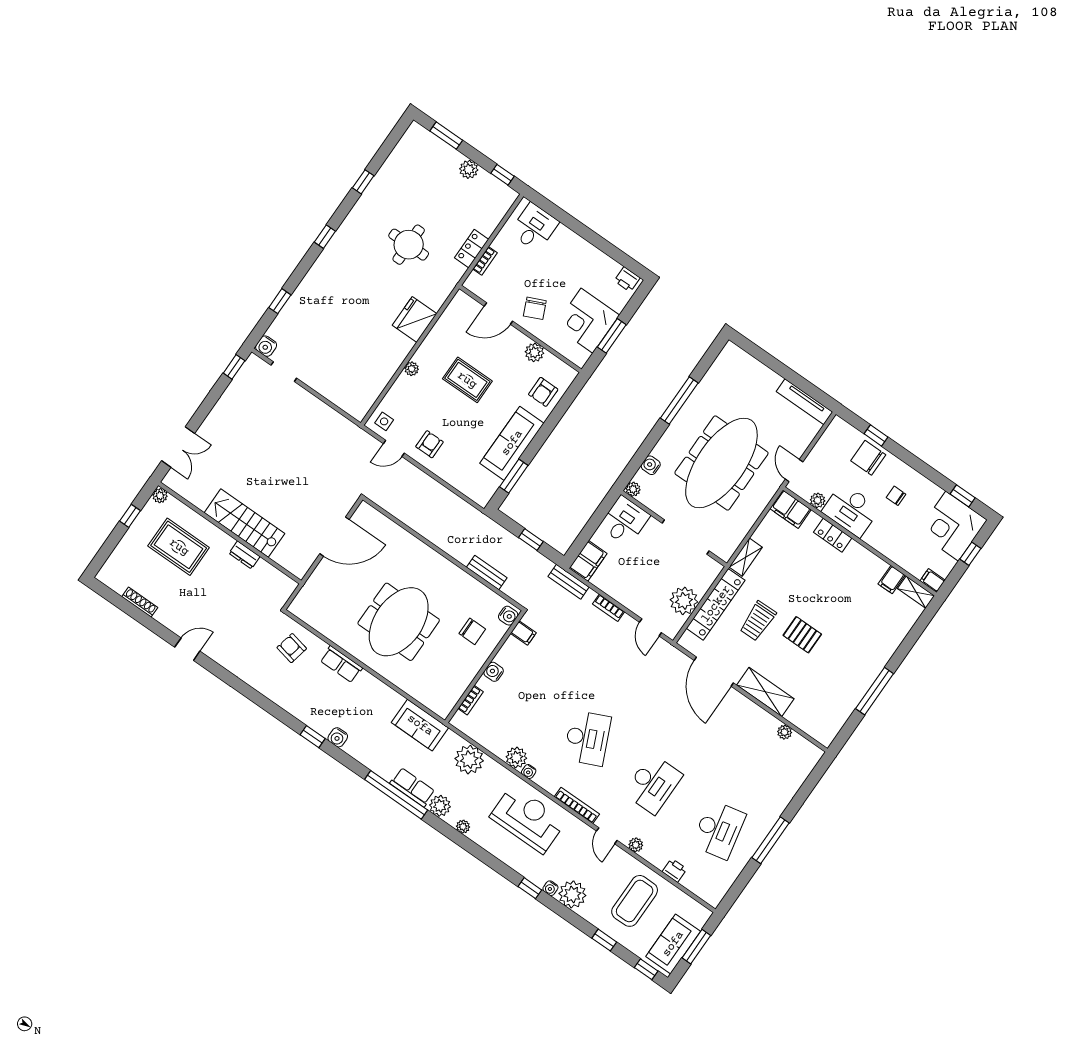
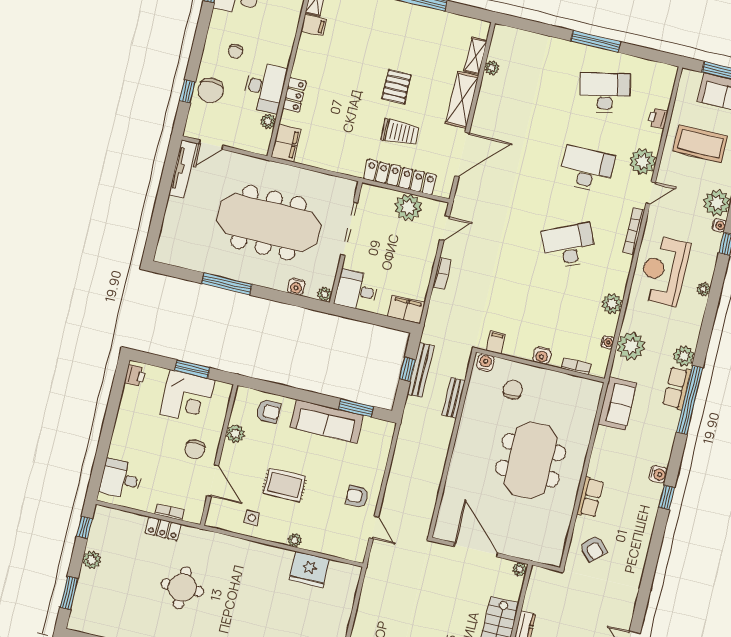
chair: (535, 308) -> (195, 449), turned 114
fridge: (415, 319) -> (309, 569), moved
rug: (467, 380) -> (285, 485), turned 90
side table: (384, 421) -> (252, 518), moved
door: (794, 471) -> (211, 145), moved
shelving: (746, 557) -> (475, 56), moved, turned 90
plant: (300, 571) -> (520, 569), added
bench: (569, 582) -> (421, 370), moved, width x1.36
meeting table: (399, 622) -> (531, 460), turned 90
armchair: (292, 648) -> (593, 549), turned -56
water cooler: (529, 772) -> (607, 342), moved
plant: (463, 827) -> (704, 289), moved
plant: (636, 845) -> (643, 161), width x1.88, depth x1.88

